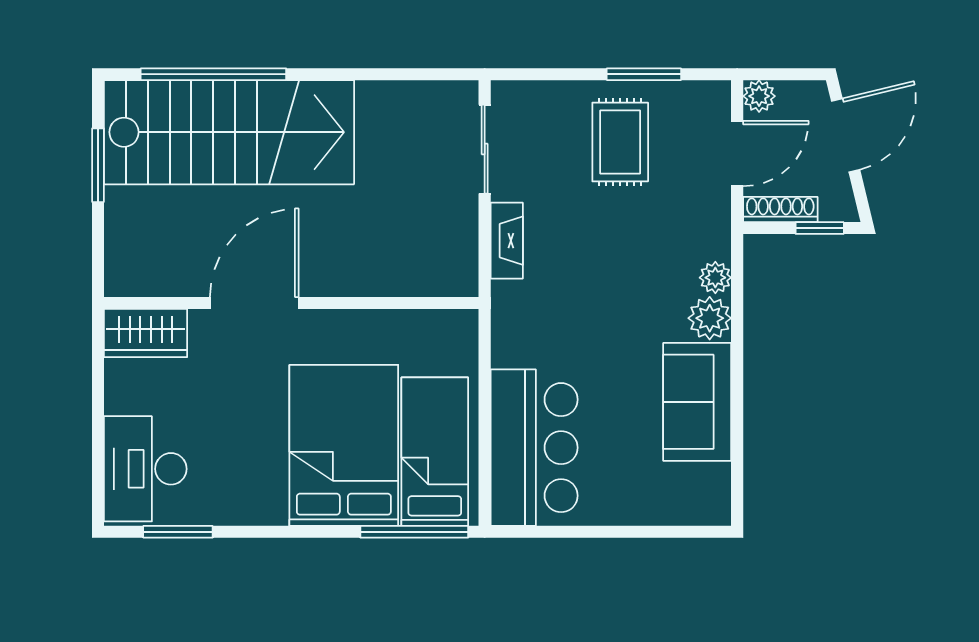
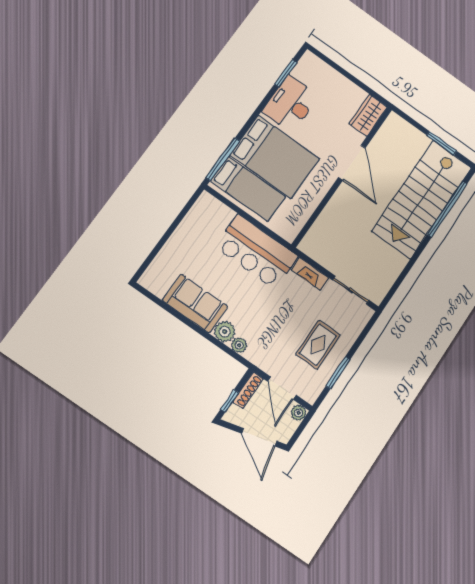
rug: (620, 142) -> (318, 345), turned 90
bar counter: (534, 448) -> (257, 252), moved
desk: (145, 469) -> (291, 104), moved, turned -90

